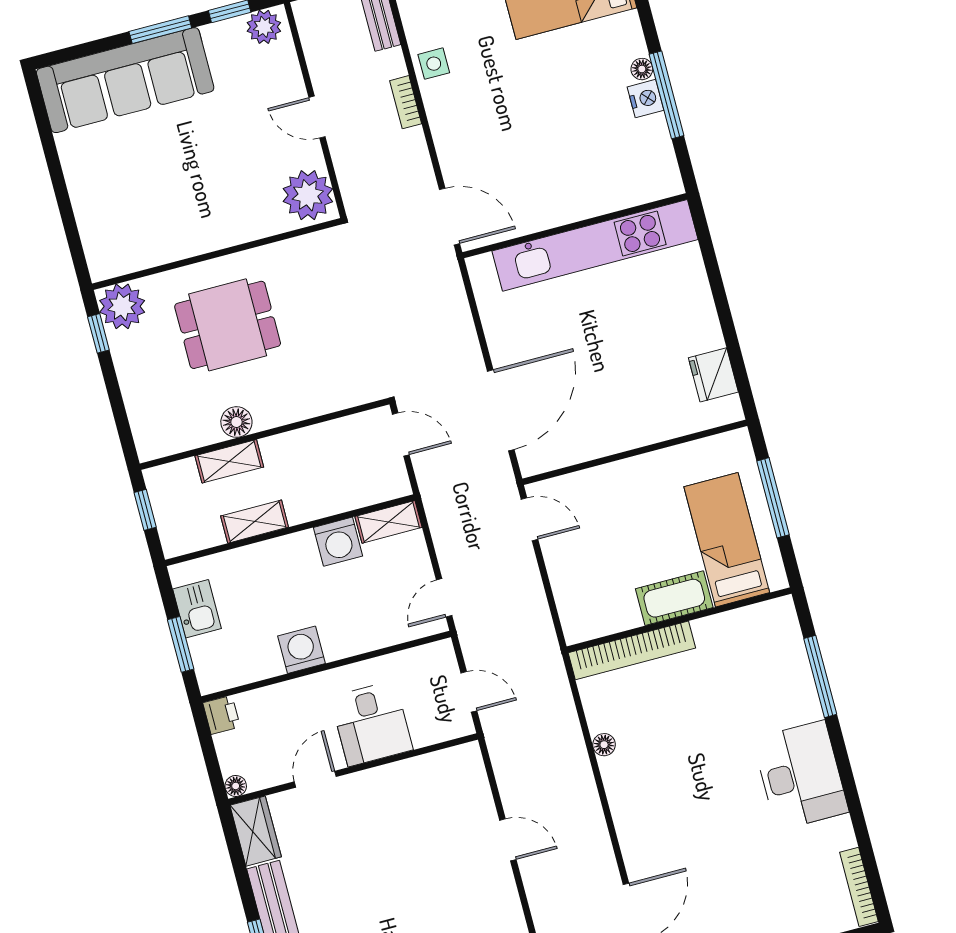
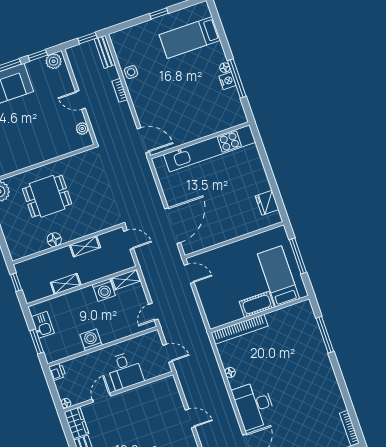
plant: (308, 195) -> (82, 128), width x0.53, depth x0.53
shelving: (229, 461) -> (85, 246), moved
desk: (801, 775) -> (254, 405), moved, turned 180

